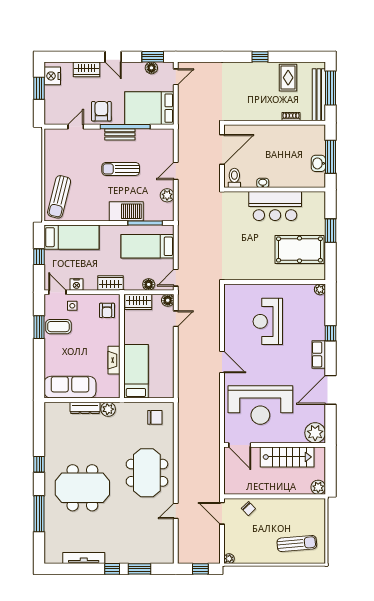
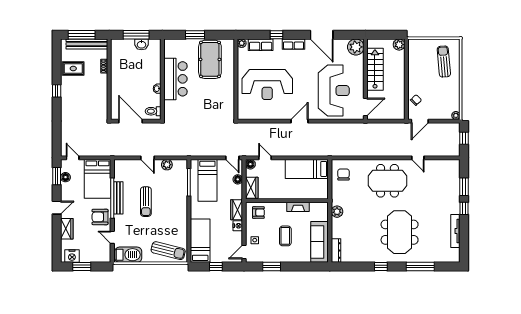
bench: (120, 134) -> (118, 198), width x1.36
barbecue: (126, 211) -> (128, 255), moved, turned 90
nightstand: (76, 284) -> (238, 226), moved
row of seats: (318, 313) -> (261, 45), added
reception desk: (268, 321) -> (267, 85), width x1.36, depth x1.30
coffee table: (58, 327) -> (285, 236), moved
bed: (136, 371) -> (307, 169), moved
dresser: (85, 408) -> (336, 251), moved

